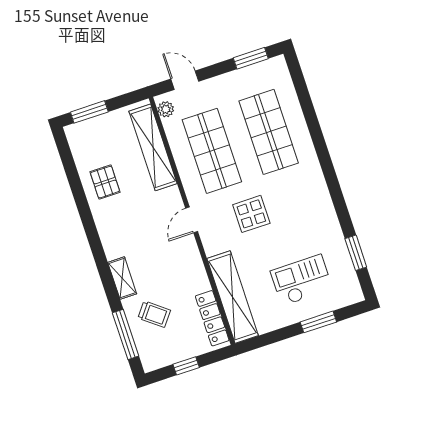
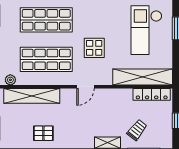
door: (192, 220) -> (85, 87), hinge flipped
checkout: (302, 280) -> (146, 30), width x1.36, depth x1.21

